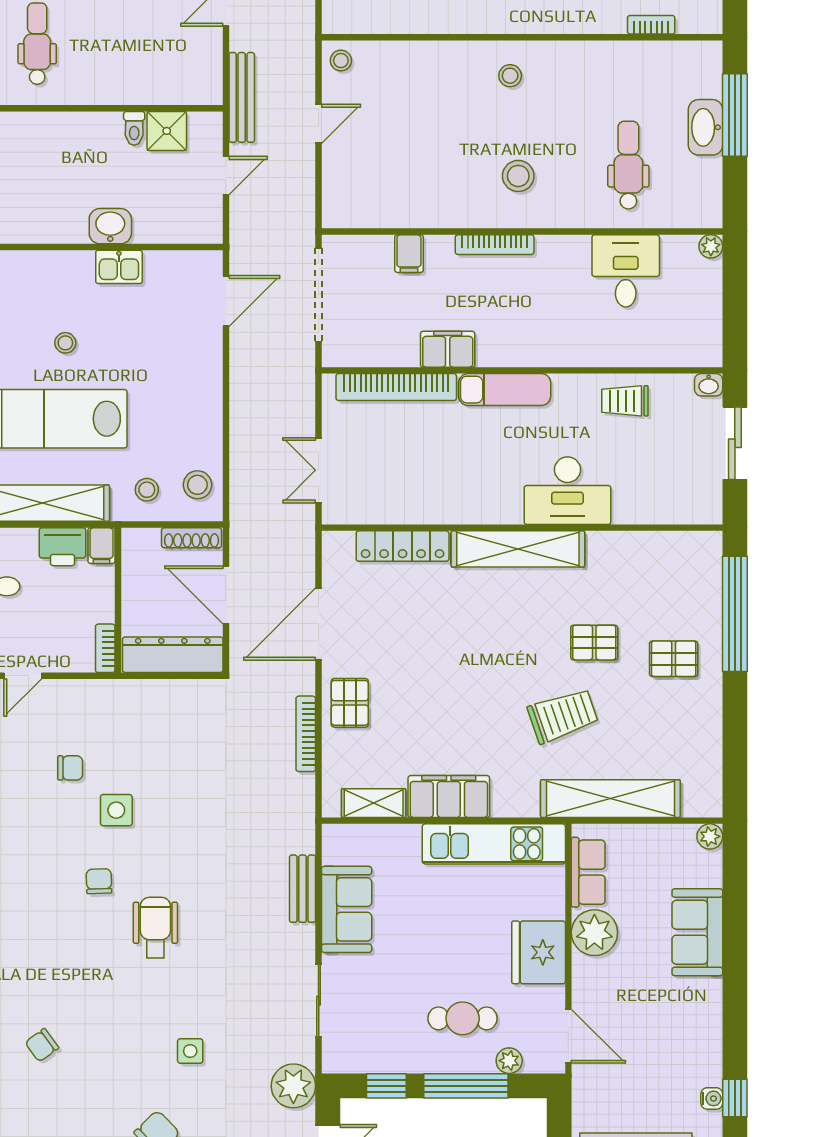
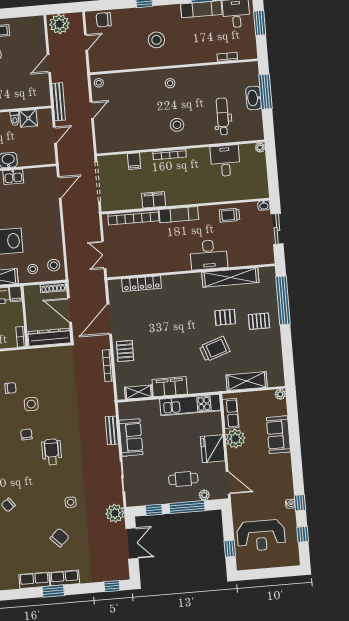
shelving: (518, 549) -> (230, 277), moved
shelving: (610, 799) -> (247, 381), width x0.68

